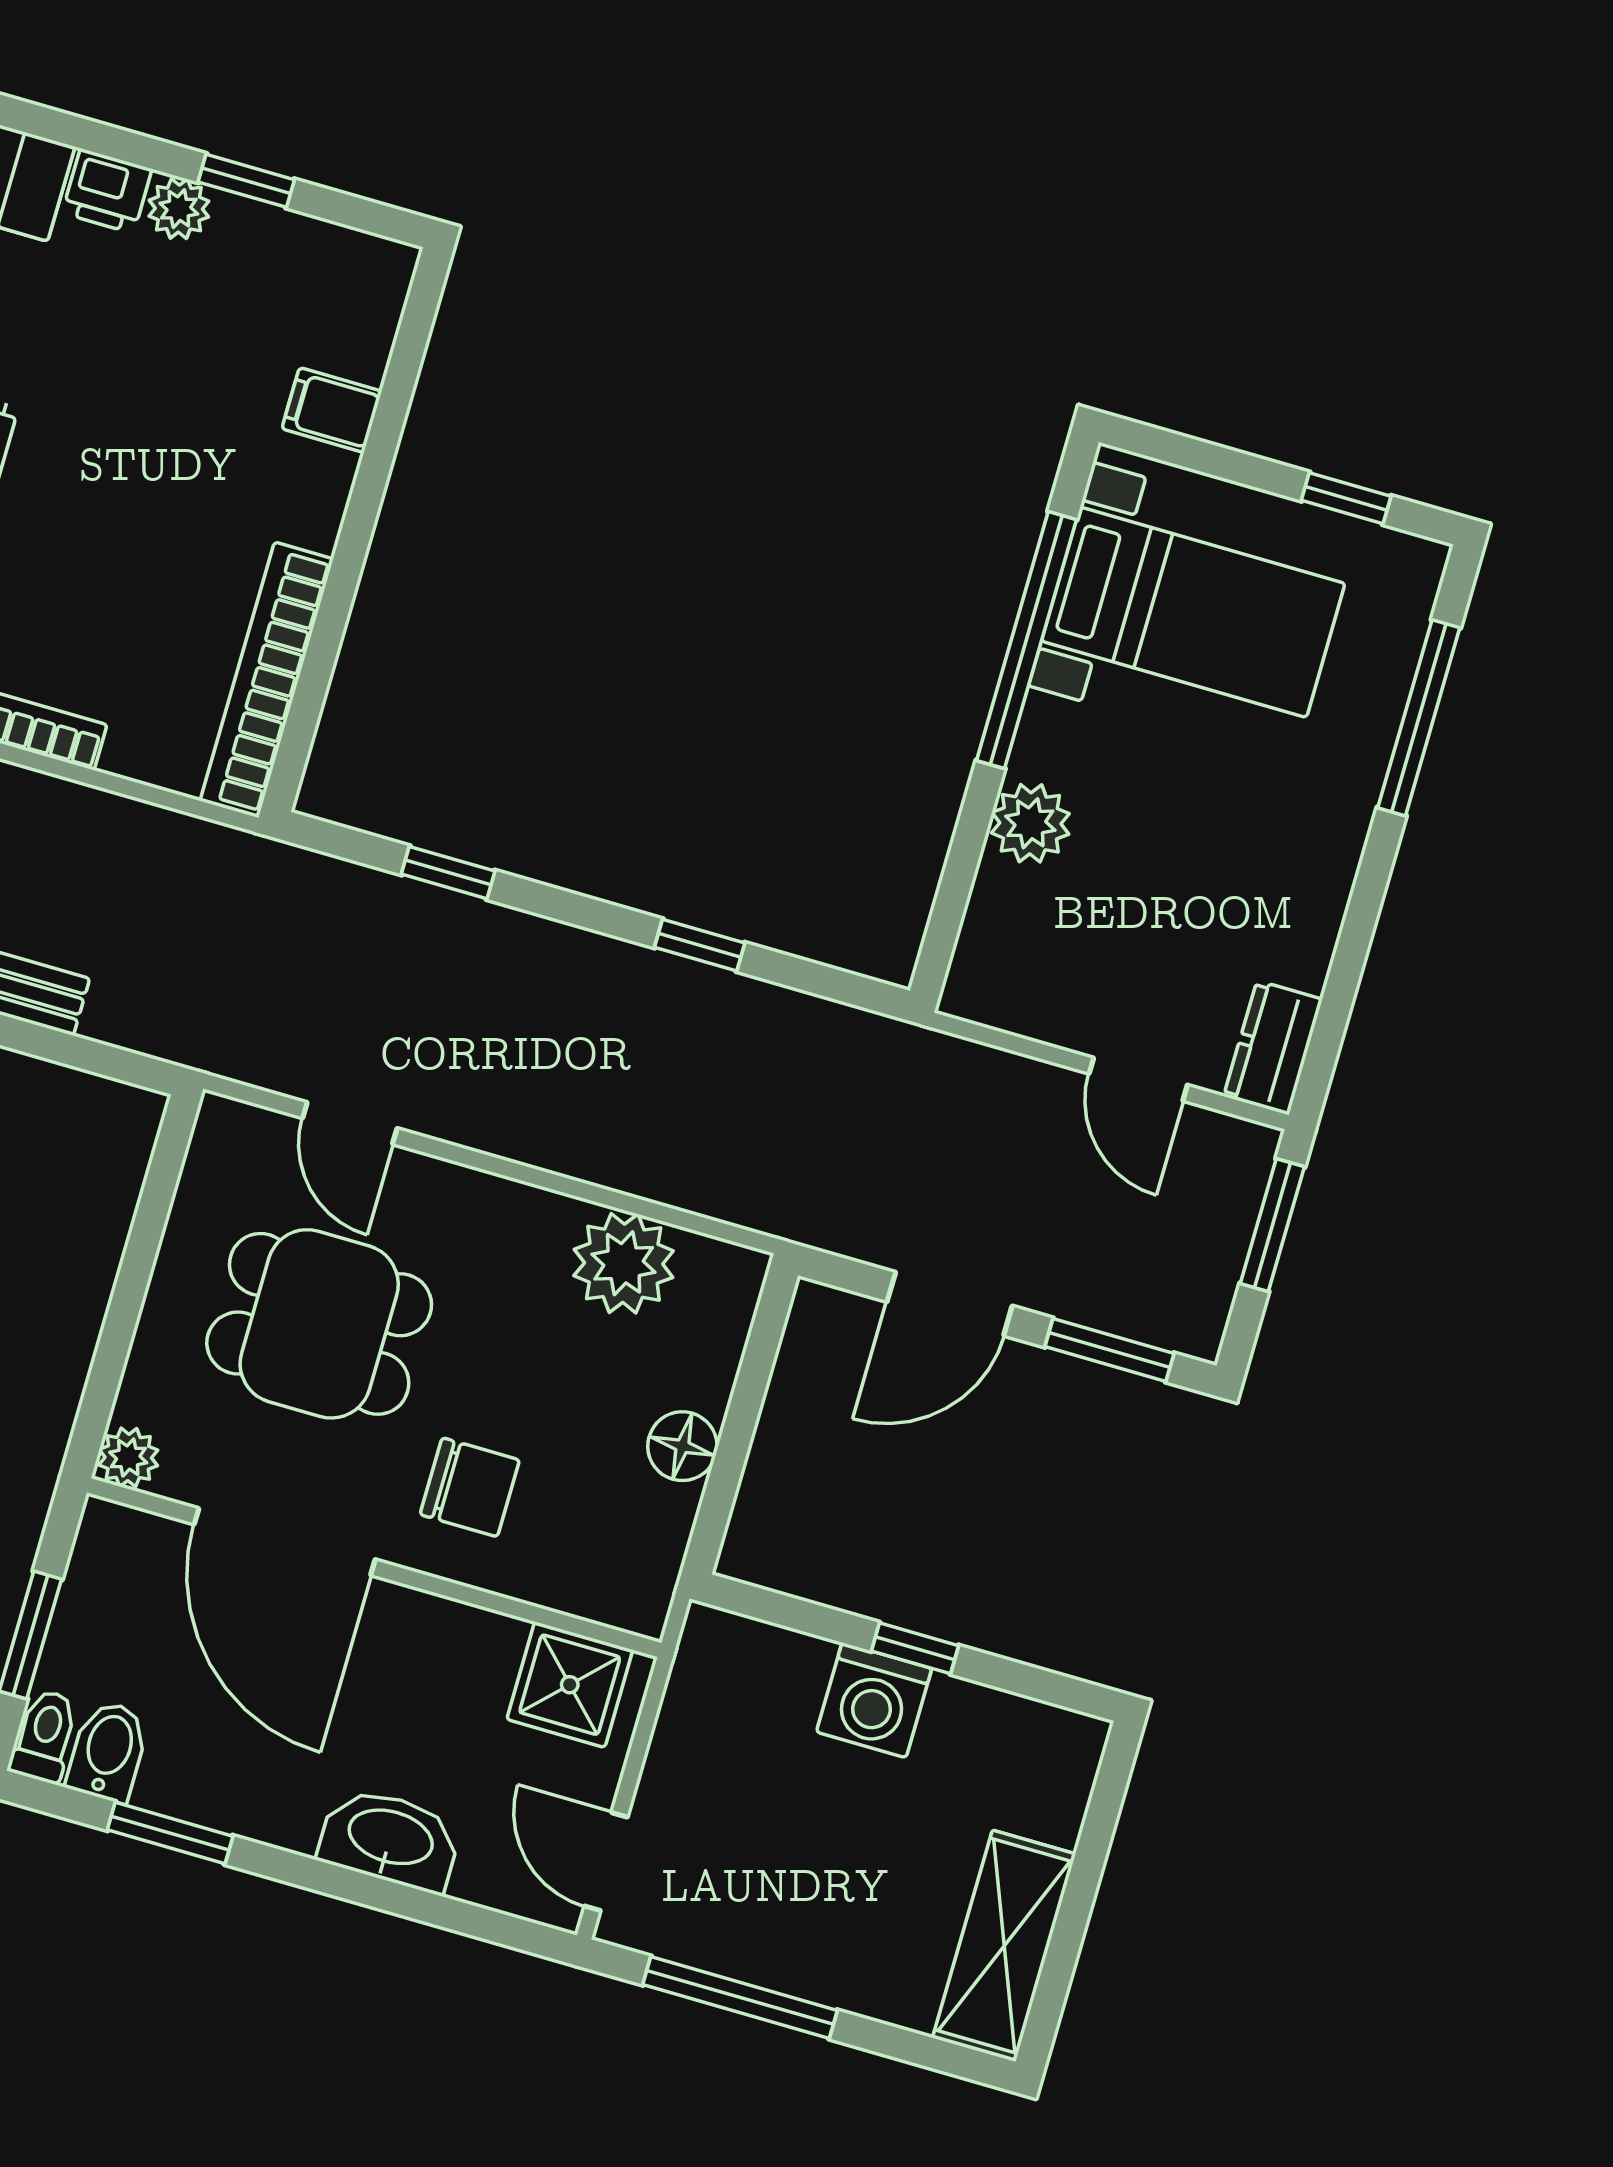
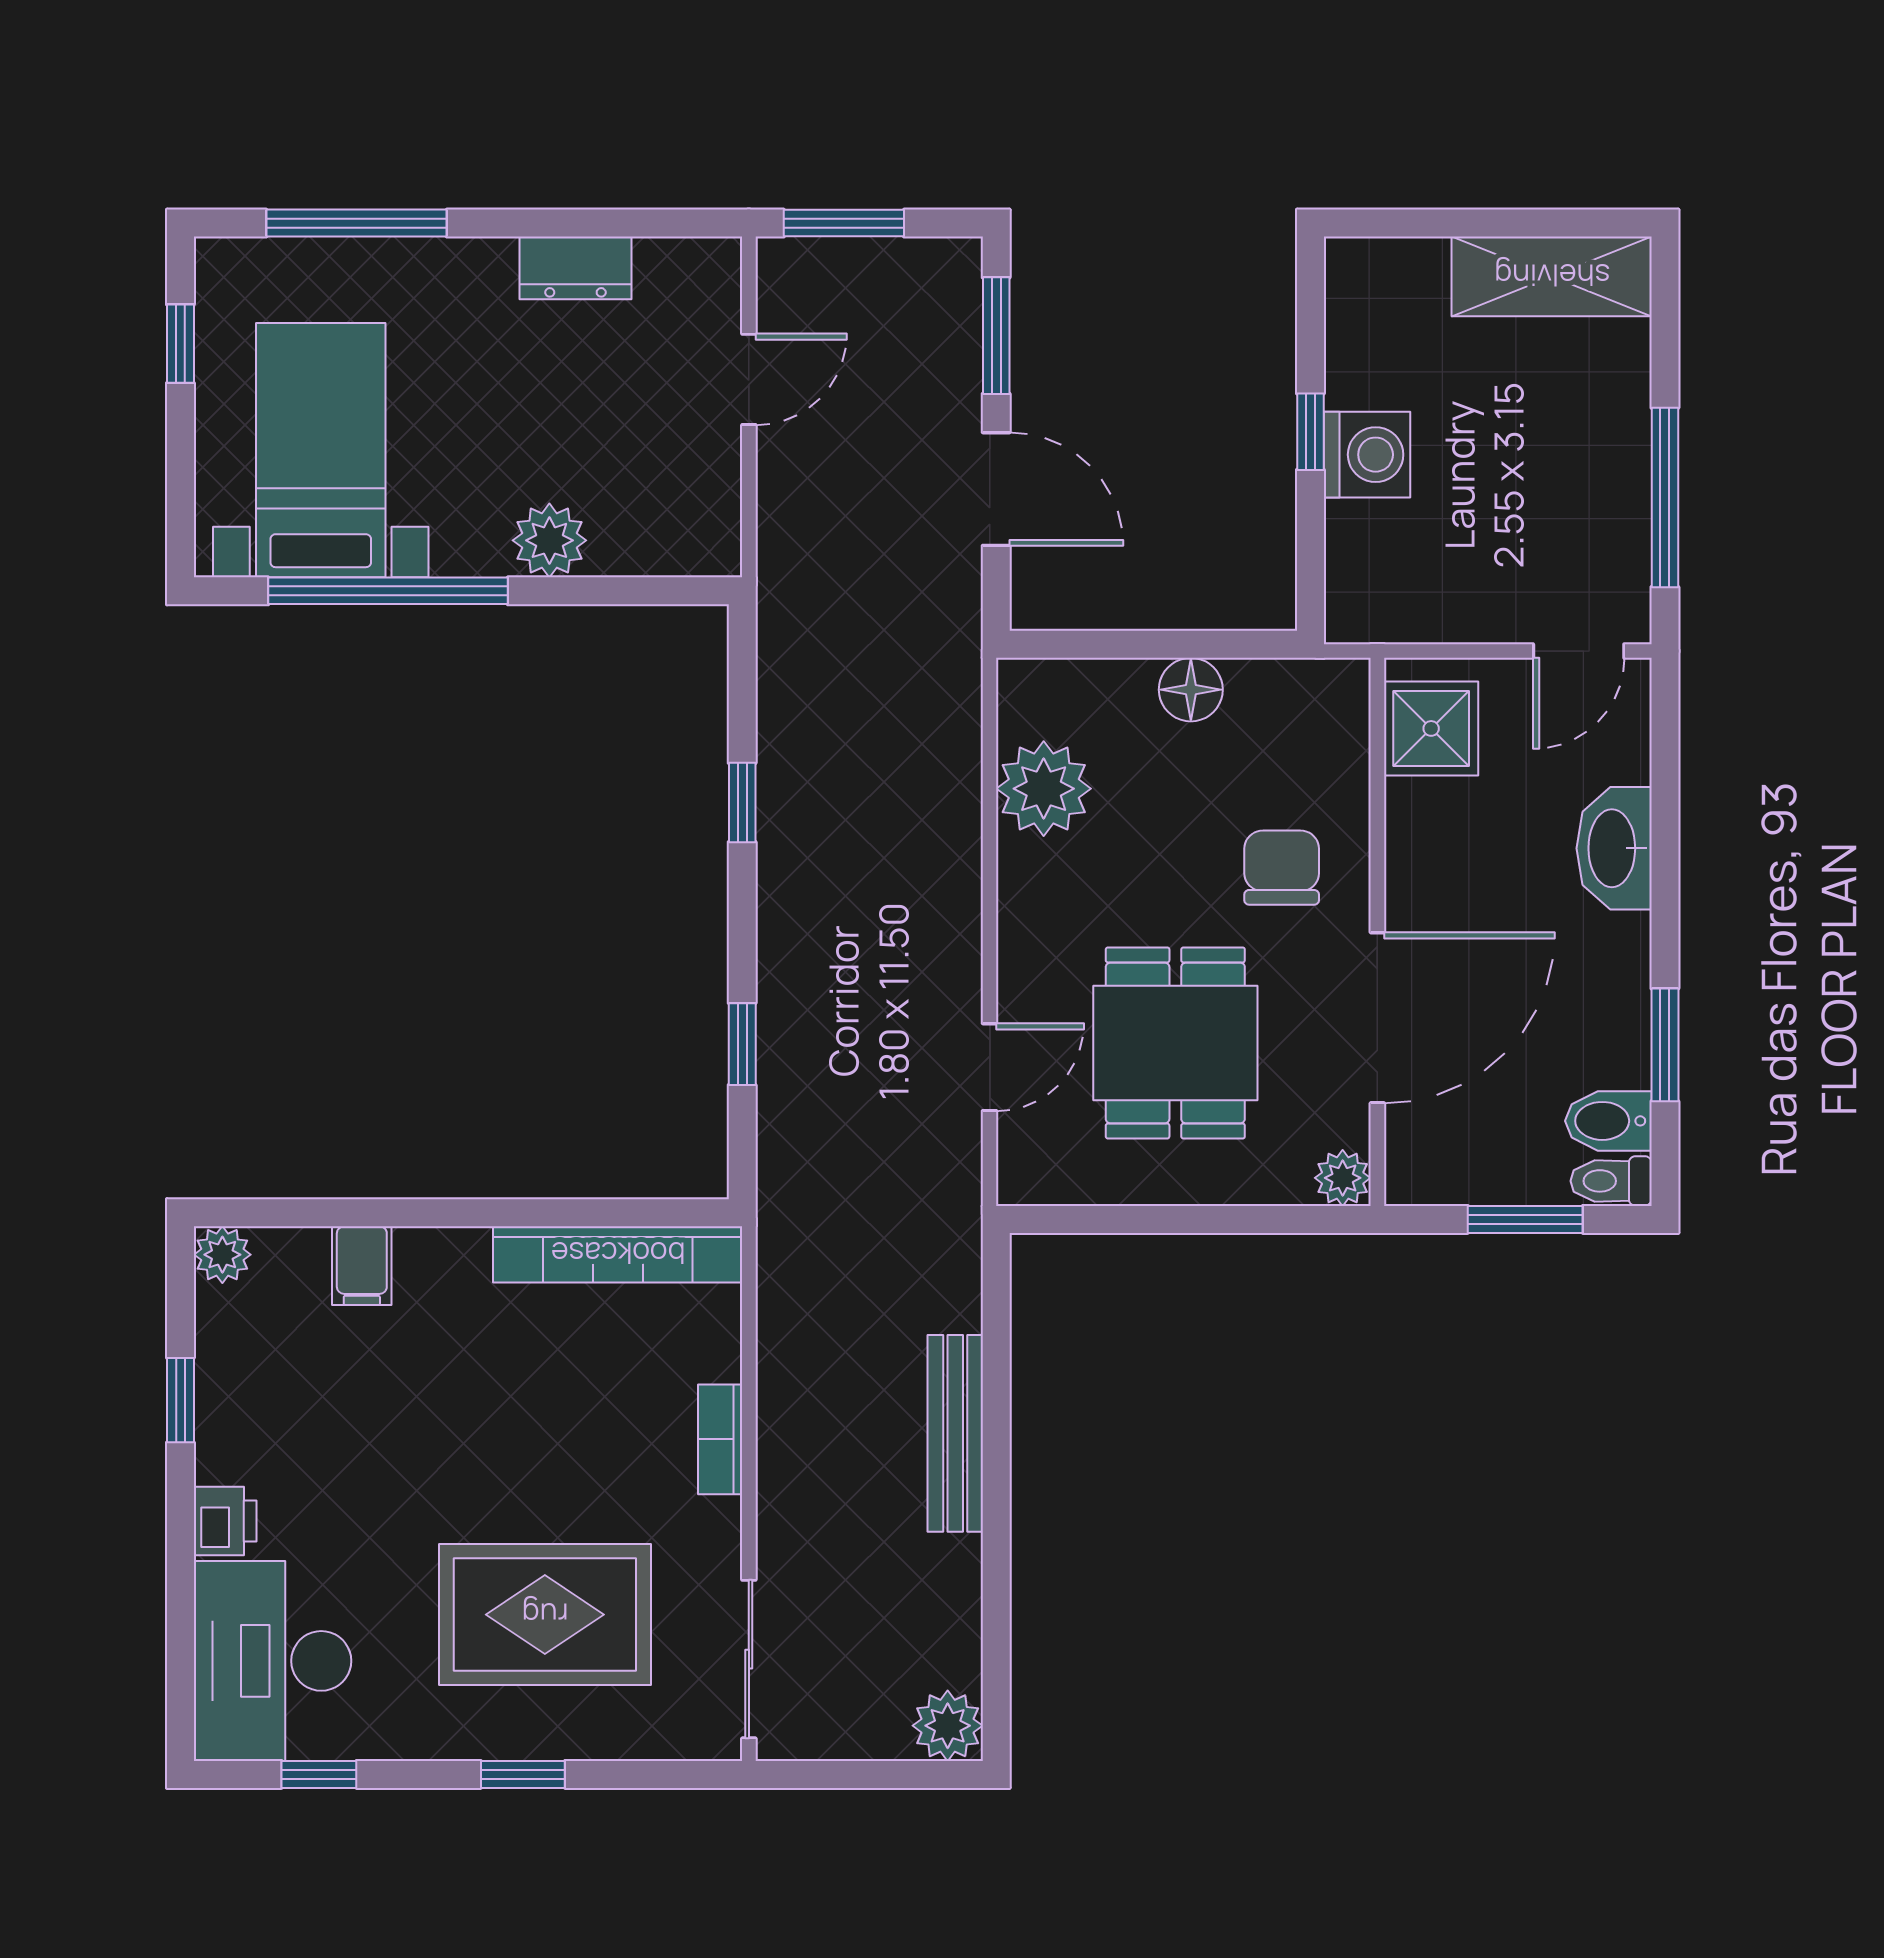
plant: (179, 209) -> (222, 1255), moved
dresser: (1273, 1048) -> (575, 268), moved

